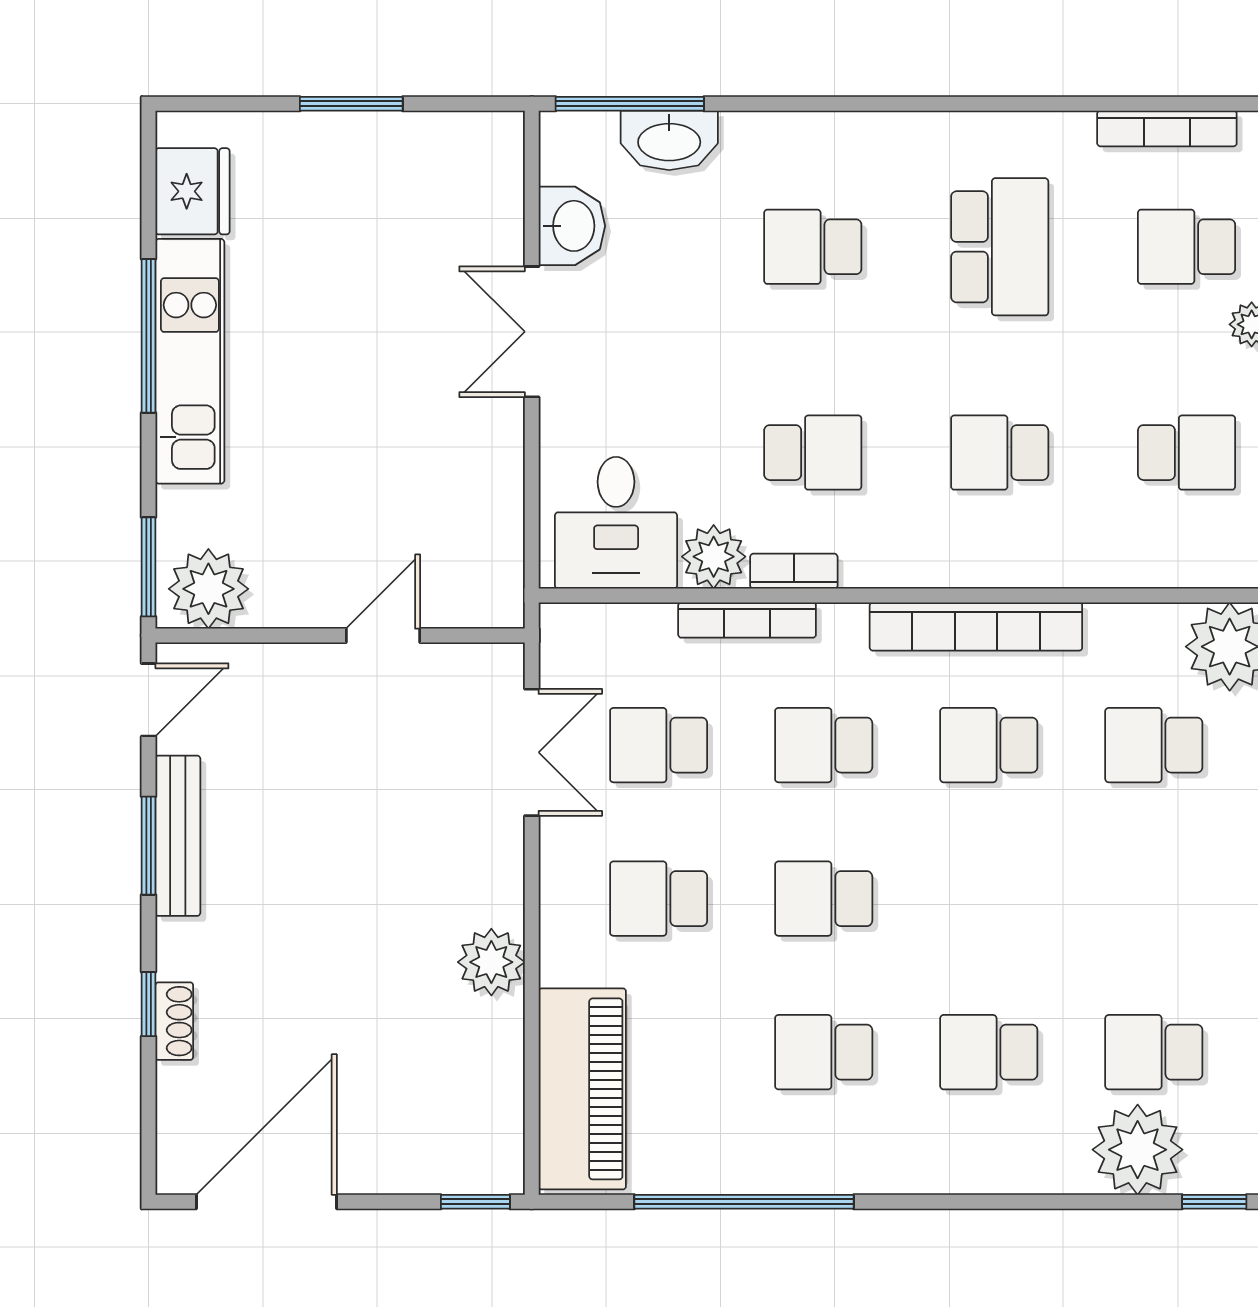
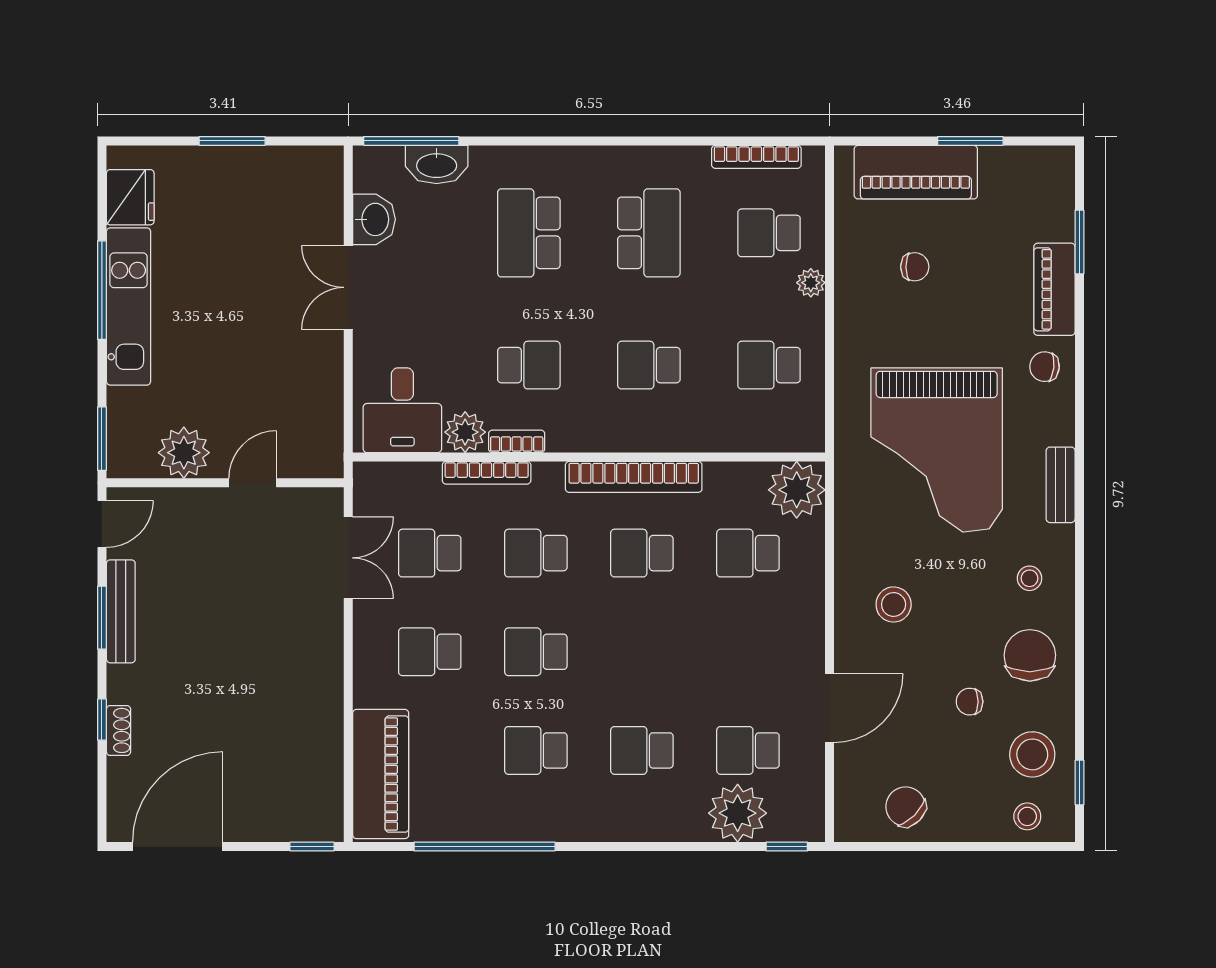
school desk: (813, 247) -> (529, 233), width x1.85
school desk: (1187, 453) -> (769, 365), turned 180
plant: (208, 589) -> (184, 453), moved
plant: (491, 962) -> (322, 693), removed

